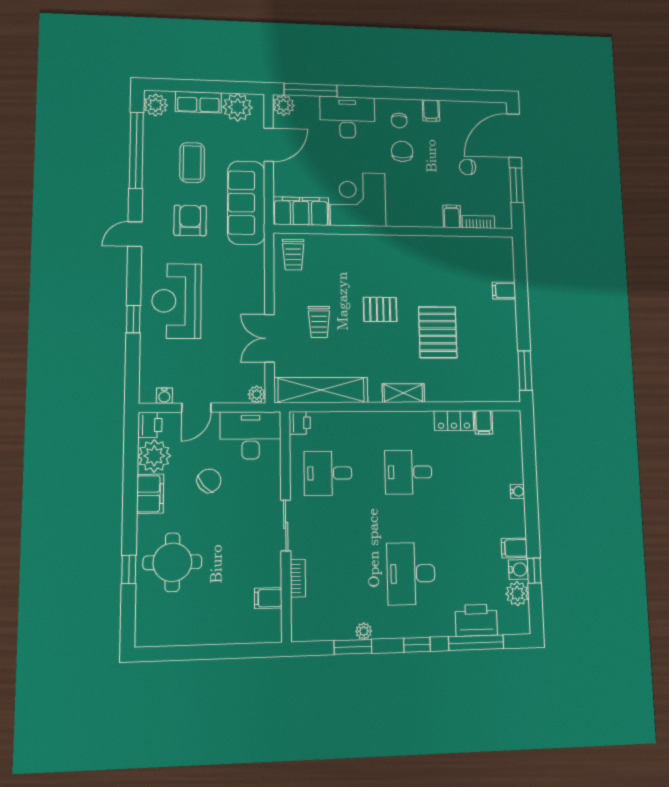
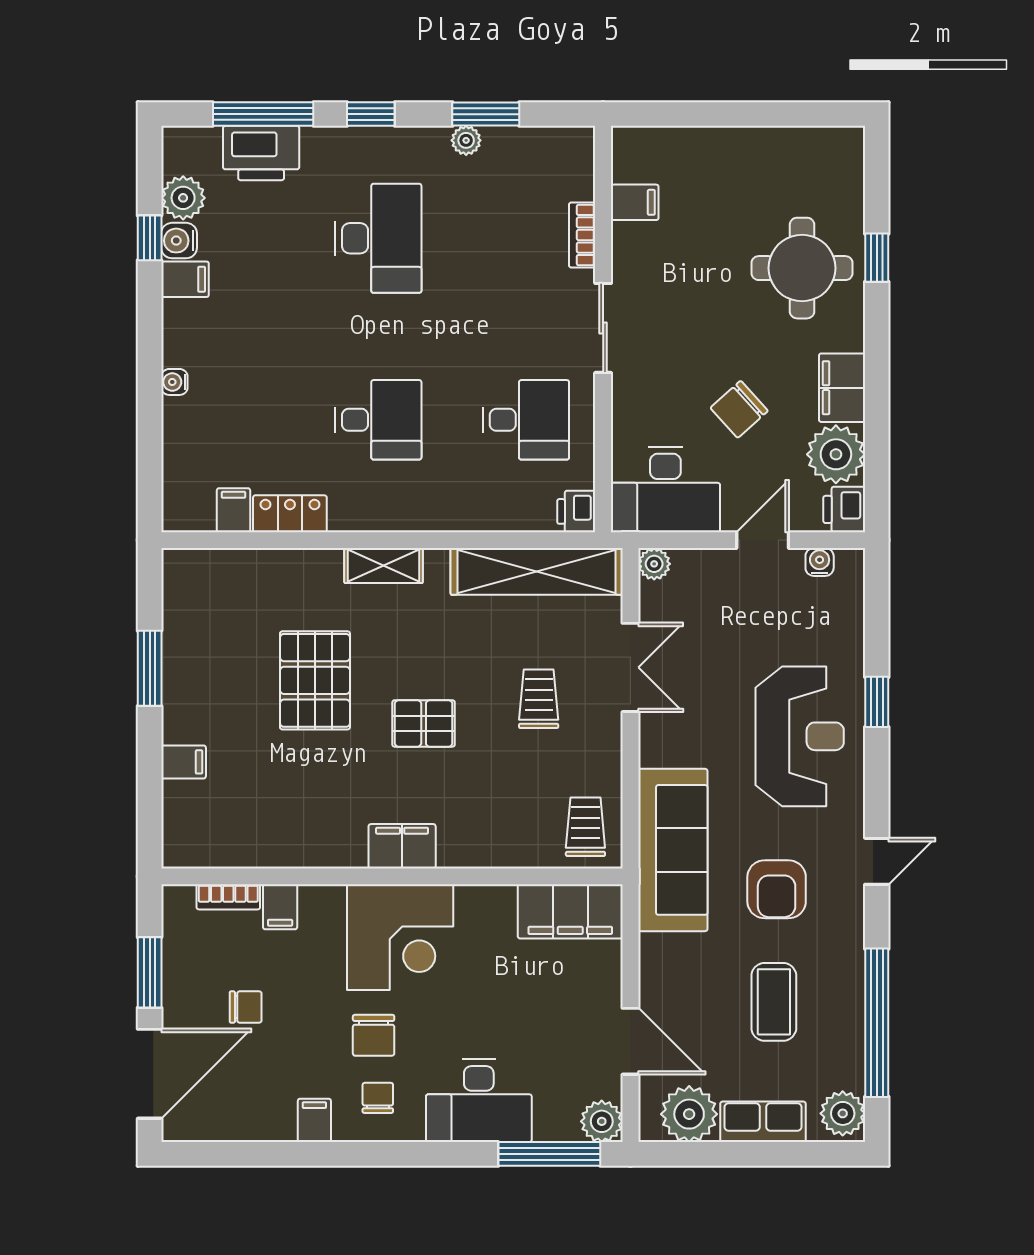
door: (269, 145) -> (630, 1041), swing flipped
corner desk: (358, 199) -> (400, 937), moved
sofa: (246, 203) -> (673, 850), moved
filing cabinet: (390, 246) -> (402, 846), added
window: (525, 371) -> (150, 668), moved

